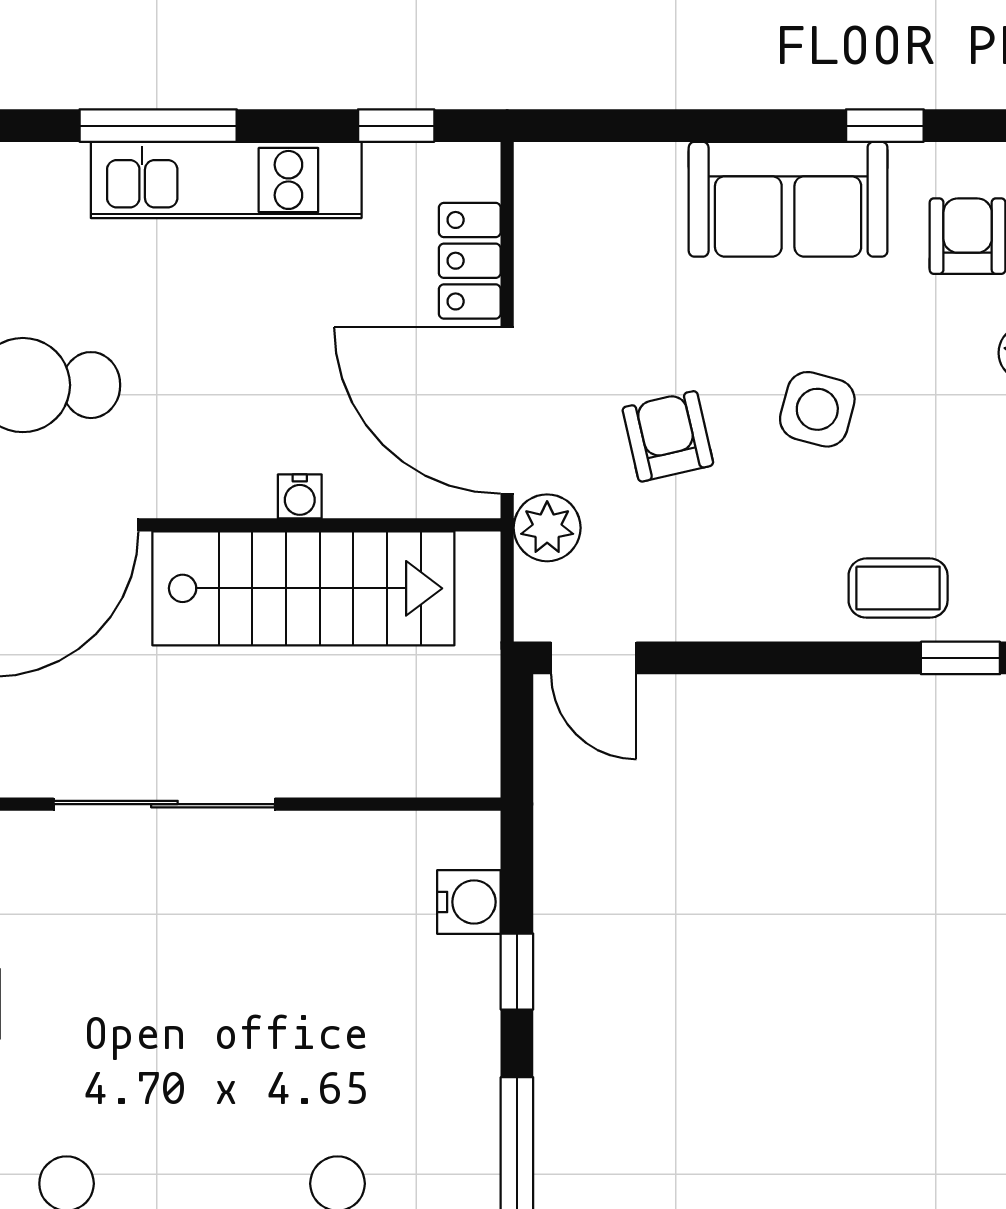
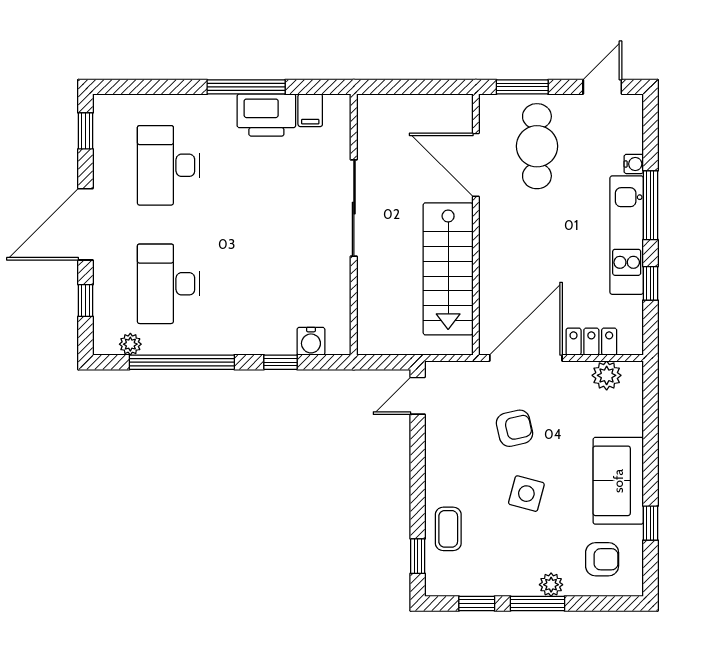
window: (396, 126) -> (650, 283), moved
water cooler: (300, 496) -> (634, 164), moved, turned 180
plant: (547, 528) -> (607, 375), moved

